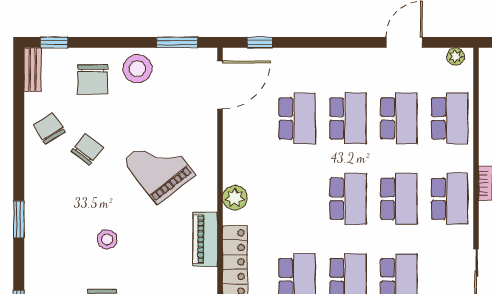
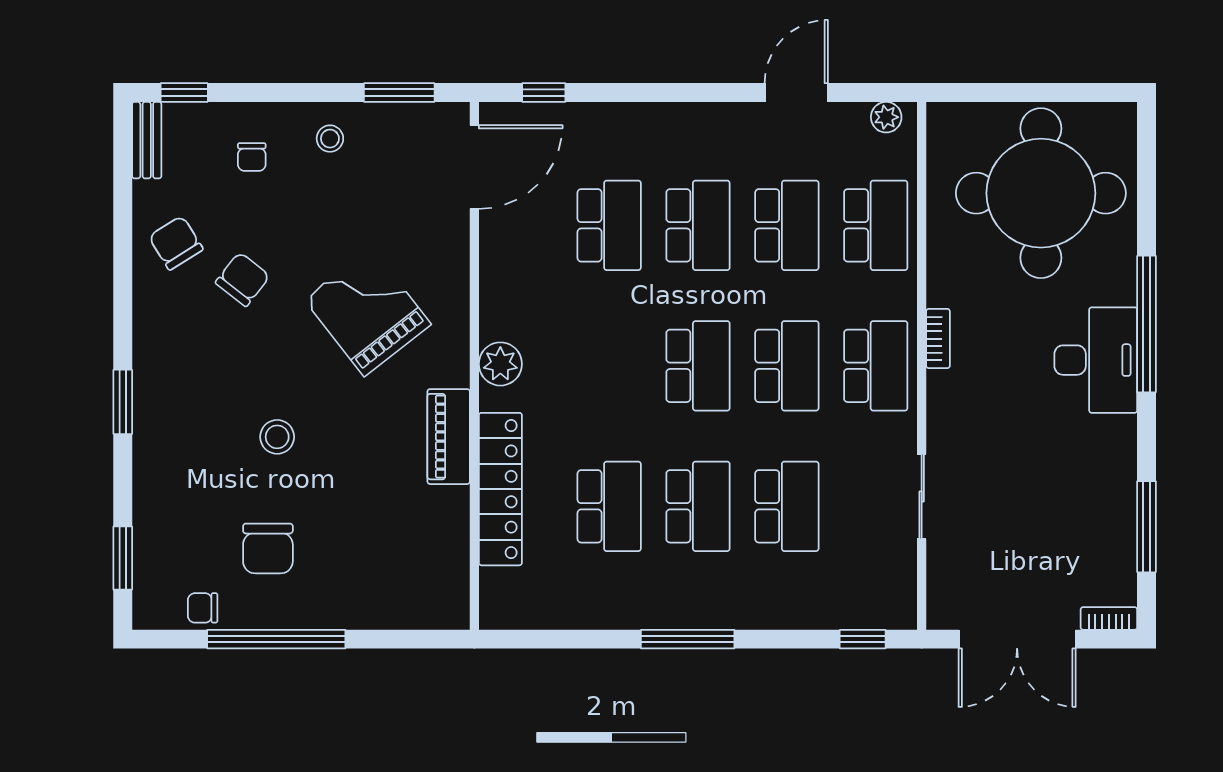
stool: (137, 69) -> (330, 139), width x0.53, depth x0.53
chair: (93, 79) -> (252, 157), width x0.54, depth x0.54

